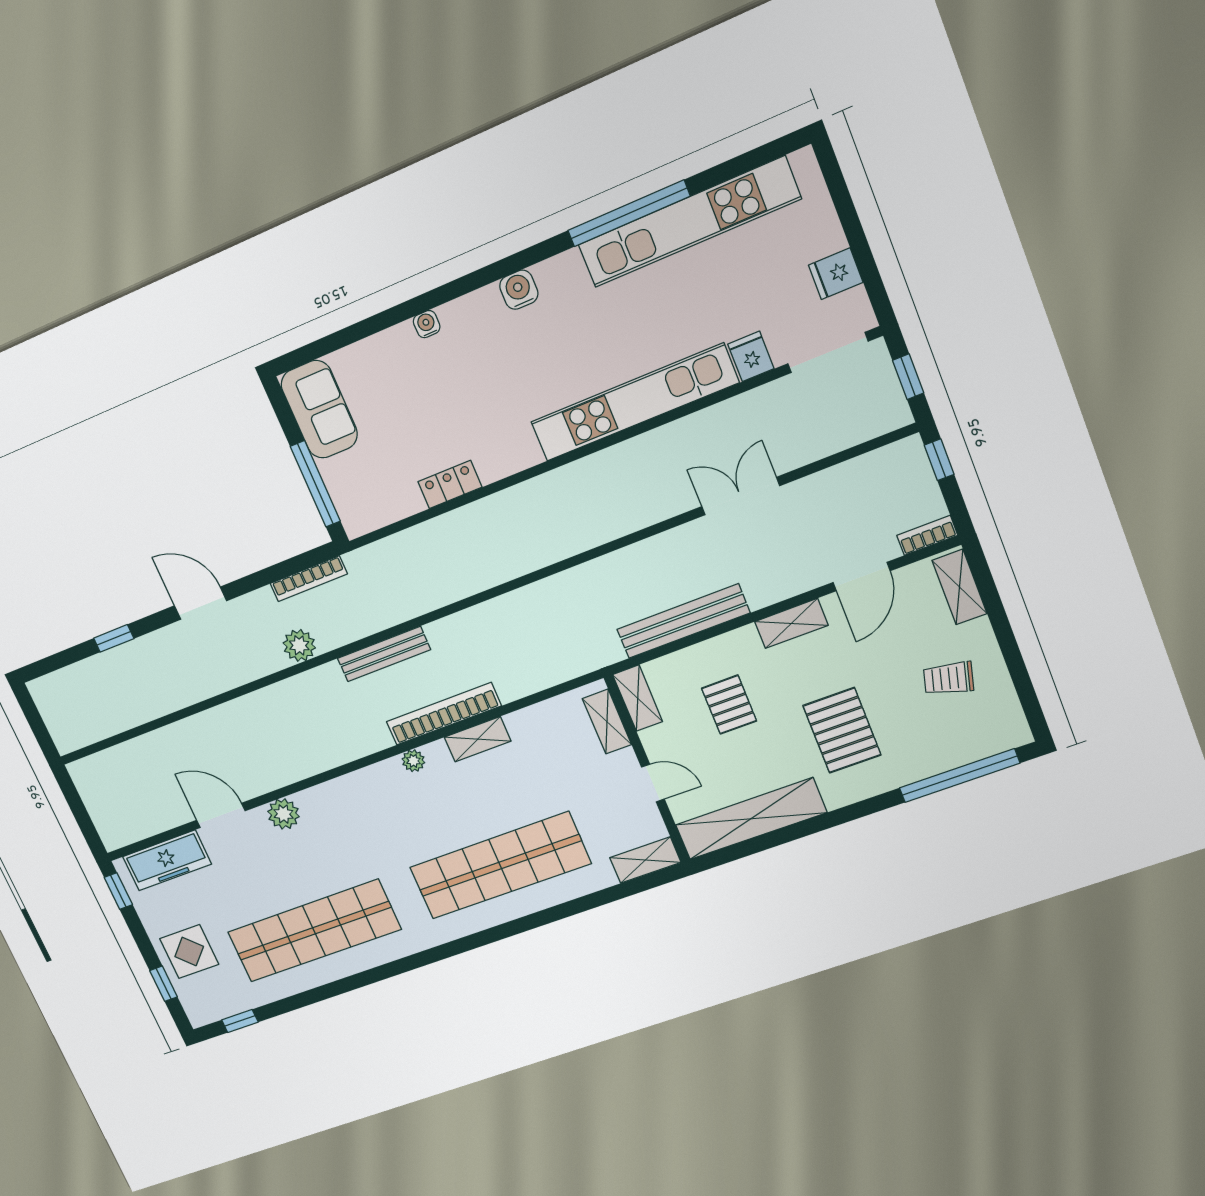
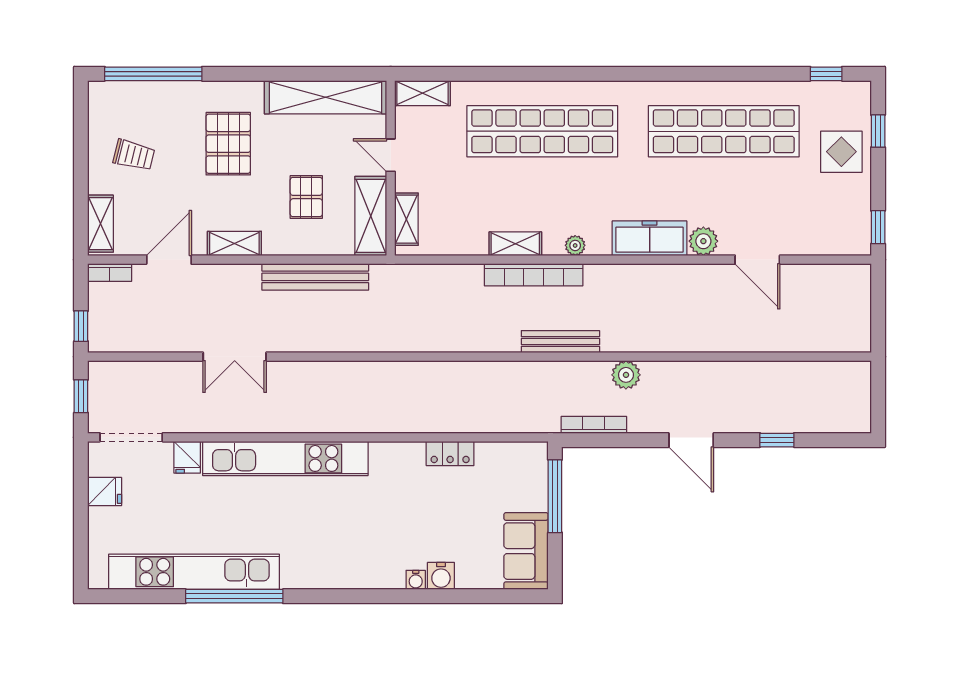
water cooler: (519, 290) -> (441, 576), moved
shelving: (638, 698) -> (371, 216), width x1.50, depth x1.33
freezer: (167, 860) -> (650, 238), moved

